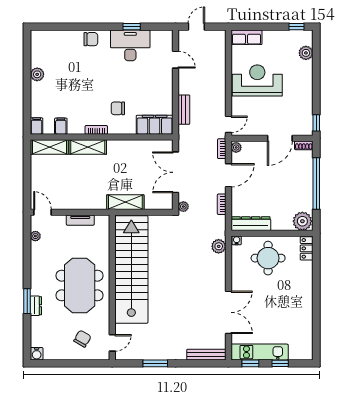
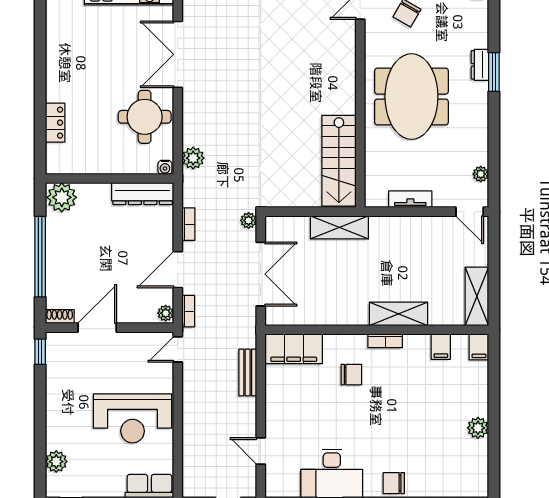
shelving: (49, 147) -> (477, 296), moved, turned 90
locker: (307, 248) -> (55, 123), moved
round table: (268, 258) -> (145, 117), moved
stairs: (131, 269) -> (339, 161), width x0.54, depth x0.66

